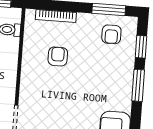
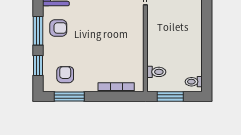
armchair: (58, 56) -> (58, 28), moved, turned -90

